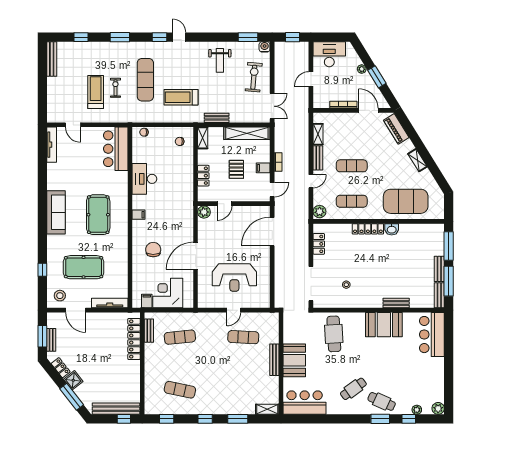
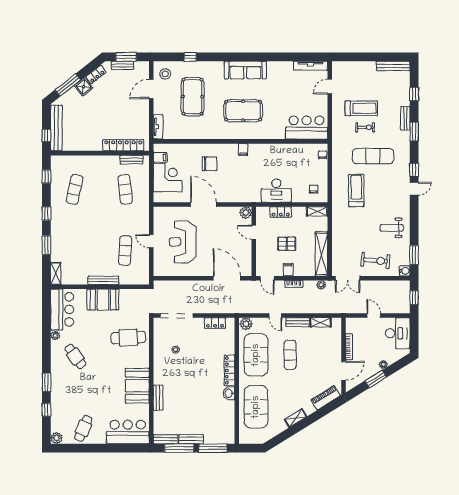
bench: (217, 118) -> (405, 118), moved
plant: (279, 134) -> (321, 285), added
desk: (144, 179) -> (276, 191), moved, turned 180
exercise mat: (352, 201) -> (256, 355), width x2.00, depth x1.45
tv unit: (110, 303) -> (158, 127), width x0.71
cafe table: (382, 401) -> (83, 428), moved
plant: (417, 410) -> (55, 335), moved

